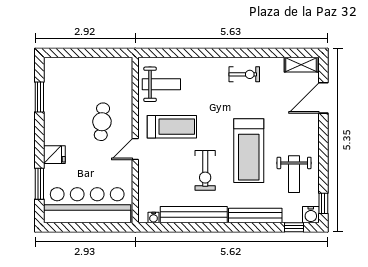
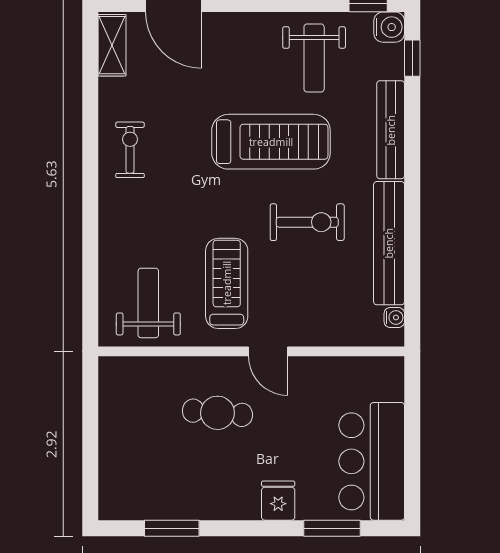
weight bench: (294, 174) -> (314, 58), turned 90
bar counter: (87, 205) -> (372, 461), width x0.73

